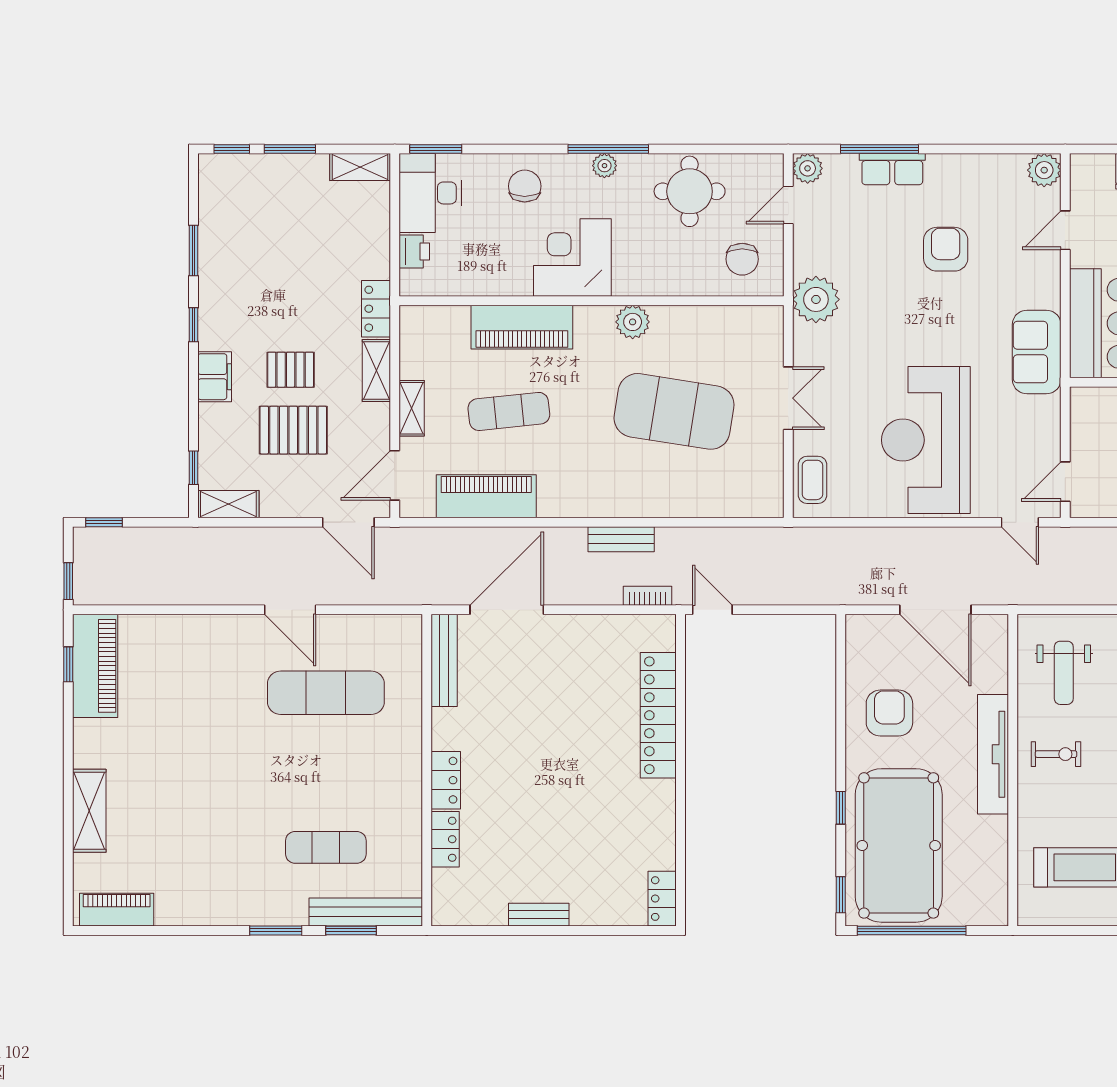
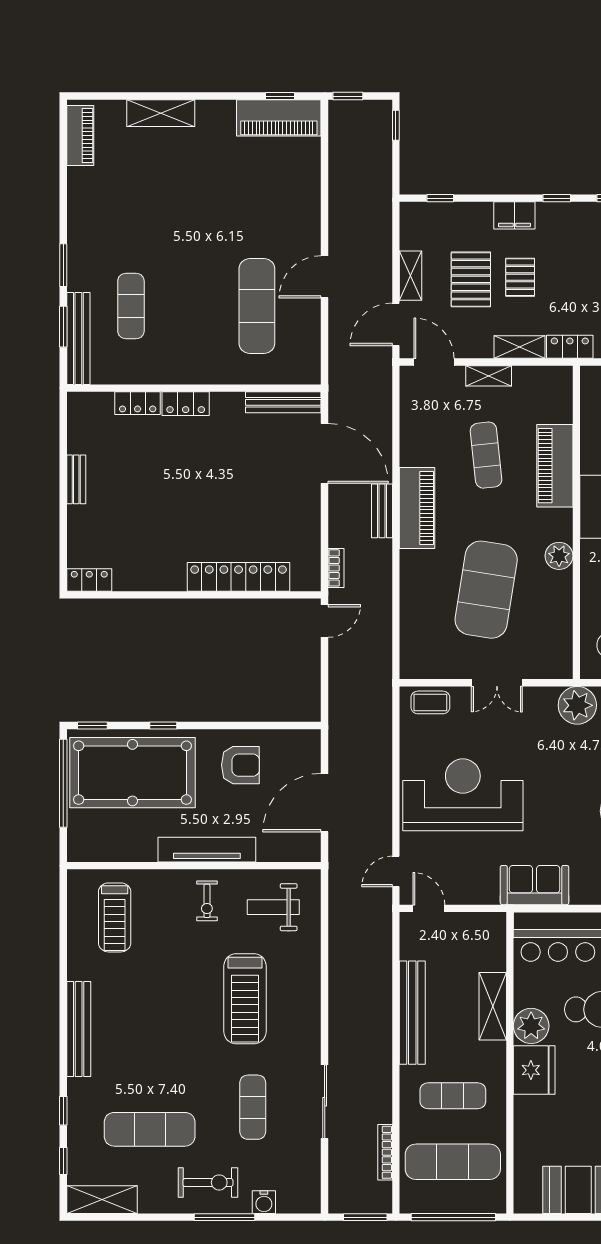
piano: (486, 496) -> (417, 508), moved
shelving: (228, 504) -> (411, 276), moved
bench: (621, 539) -> (382, 511), moved

